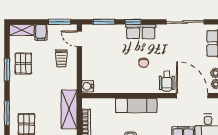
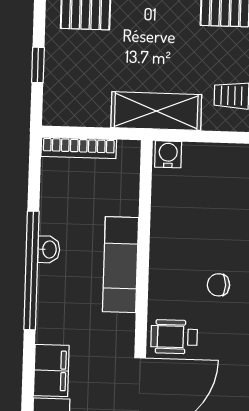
shelving: (69, 109) -> (156, 111), moved

